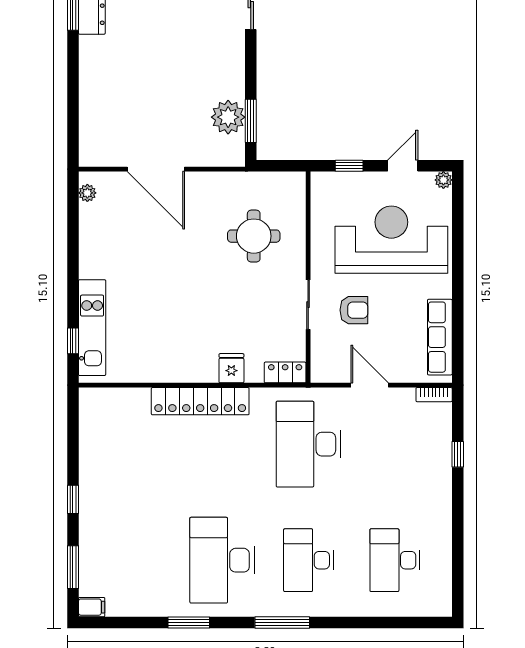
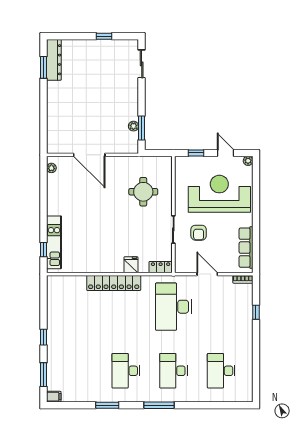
plant: (228, 117) -> (133, 126), width x0.53, depth x0.53
door: (403, 166) -> (226, 153), hinge flipped
armchair: (354, 310) -> (199, 233), turned 90
desk: (222, 560) -> (126, 371), width x0.73, depth x0.77

